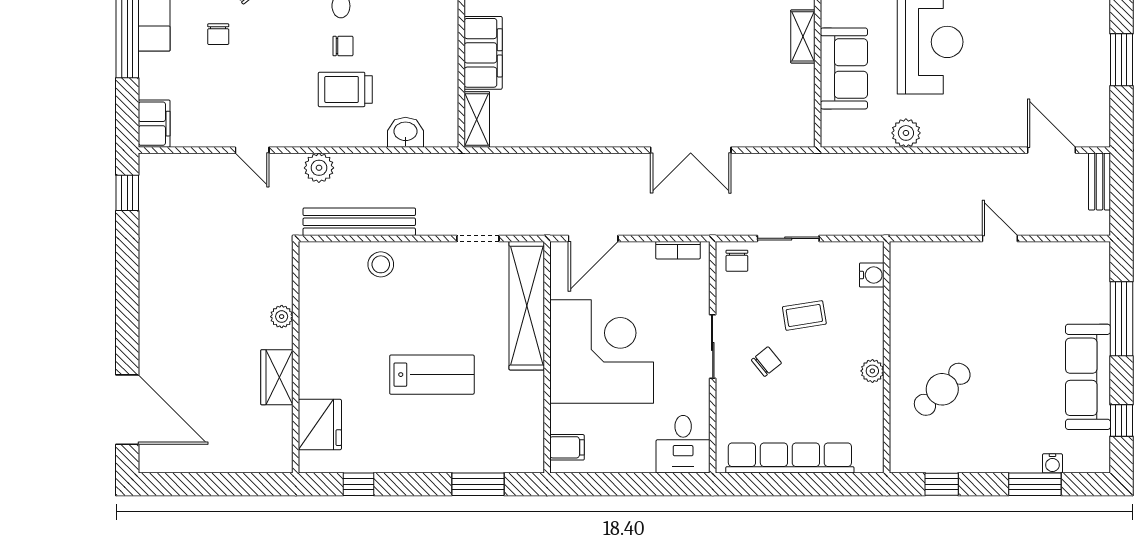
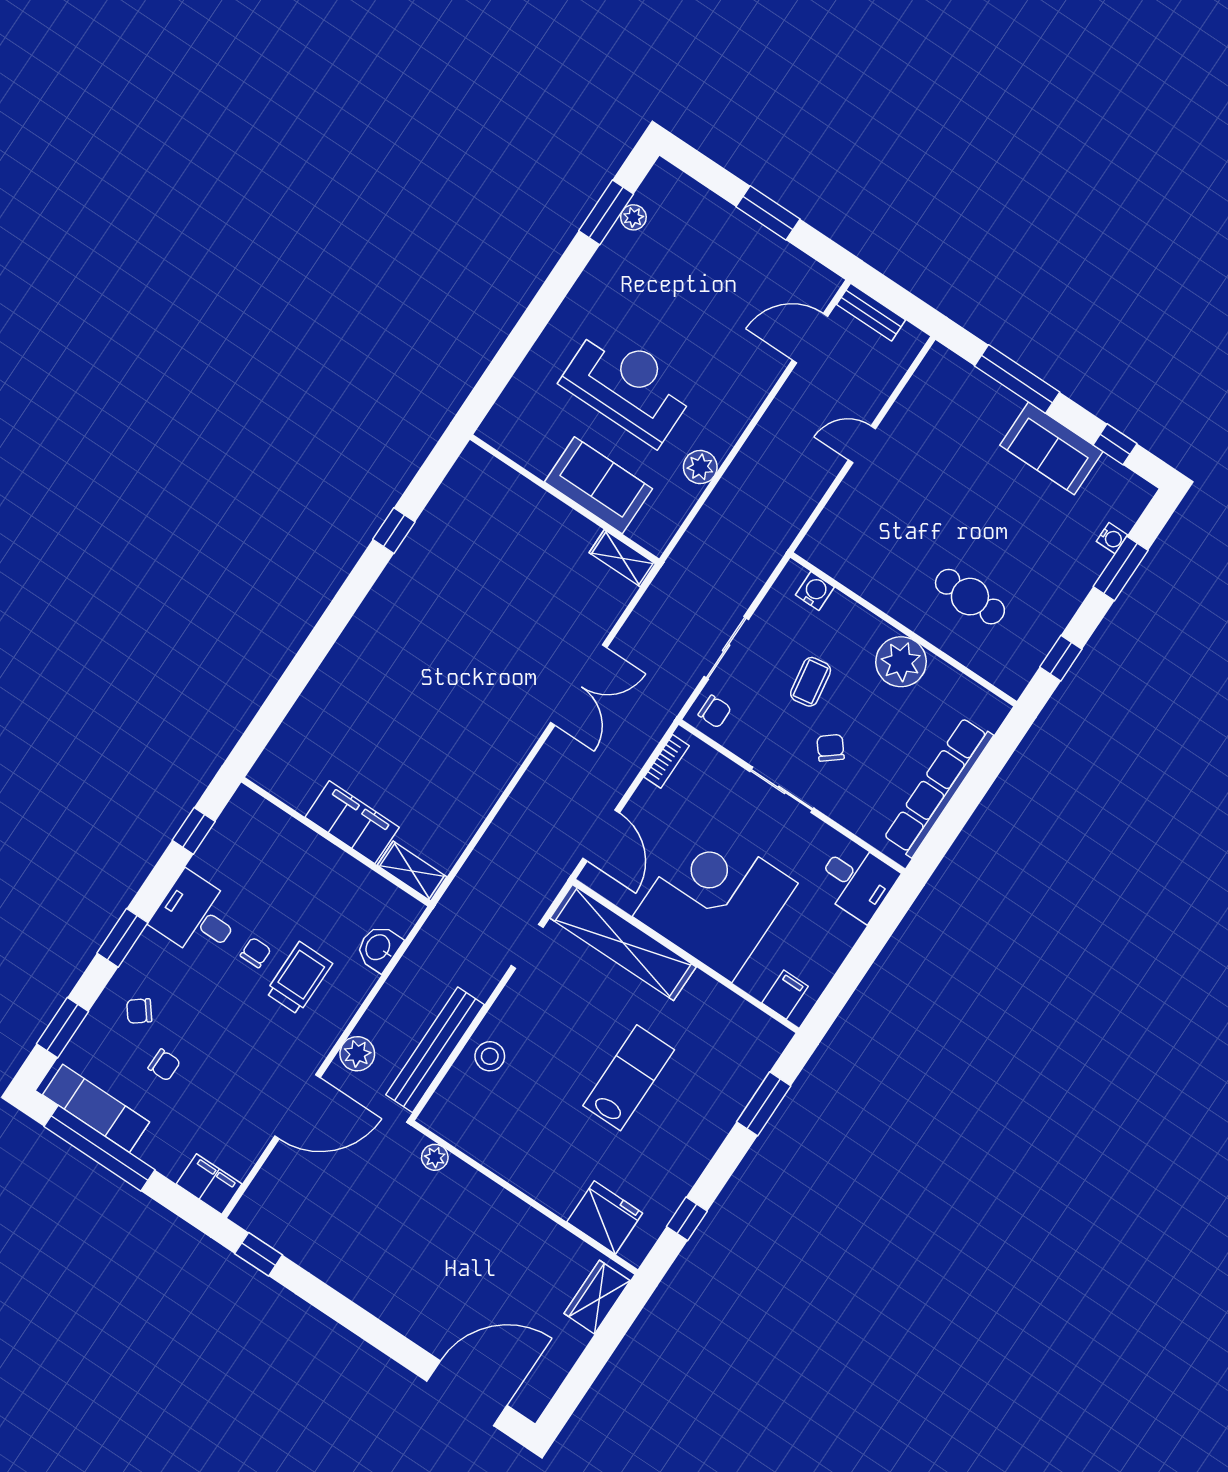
shelving: (803, 36) -> (622, 558), moved
trolley: (345, 89) -> (299, 978), turned 180
door: (252, 150) -> (297, 1107), width x1.87
plant: (282, 317) -> (435, 1157), moved
plant: (872, 371) -> (901, 662), width x1.87, depth x1.87
wardrobe: (277, 377) -> (597, 1297), moved, turned 90
sofa: (1088, 377) -> (1051, 448), width x0.73
cafe table: (942, 389) -> (970, 597), turned -48

